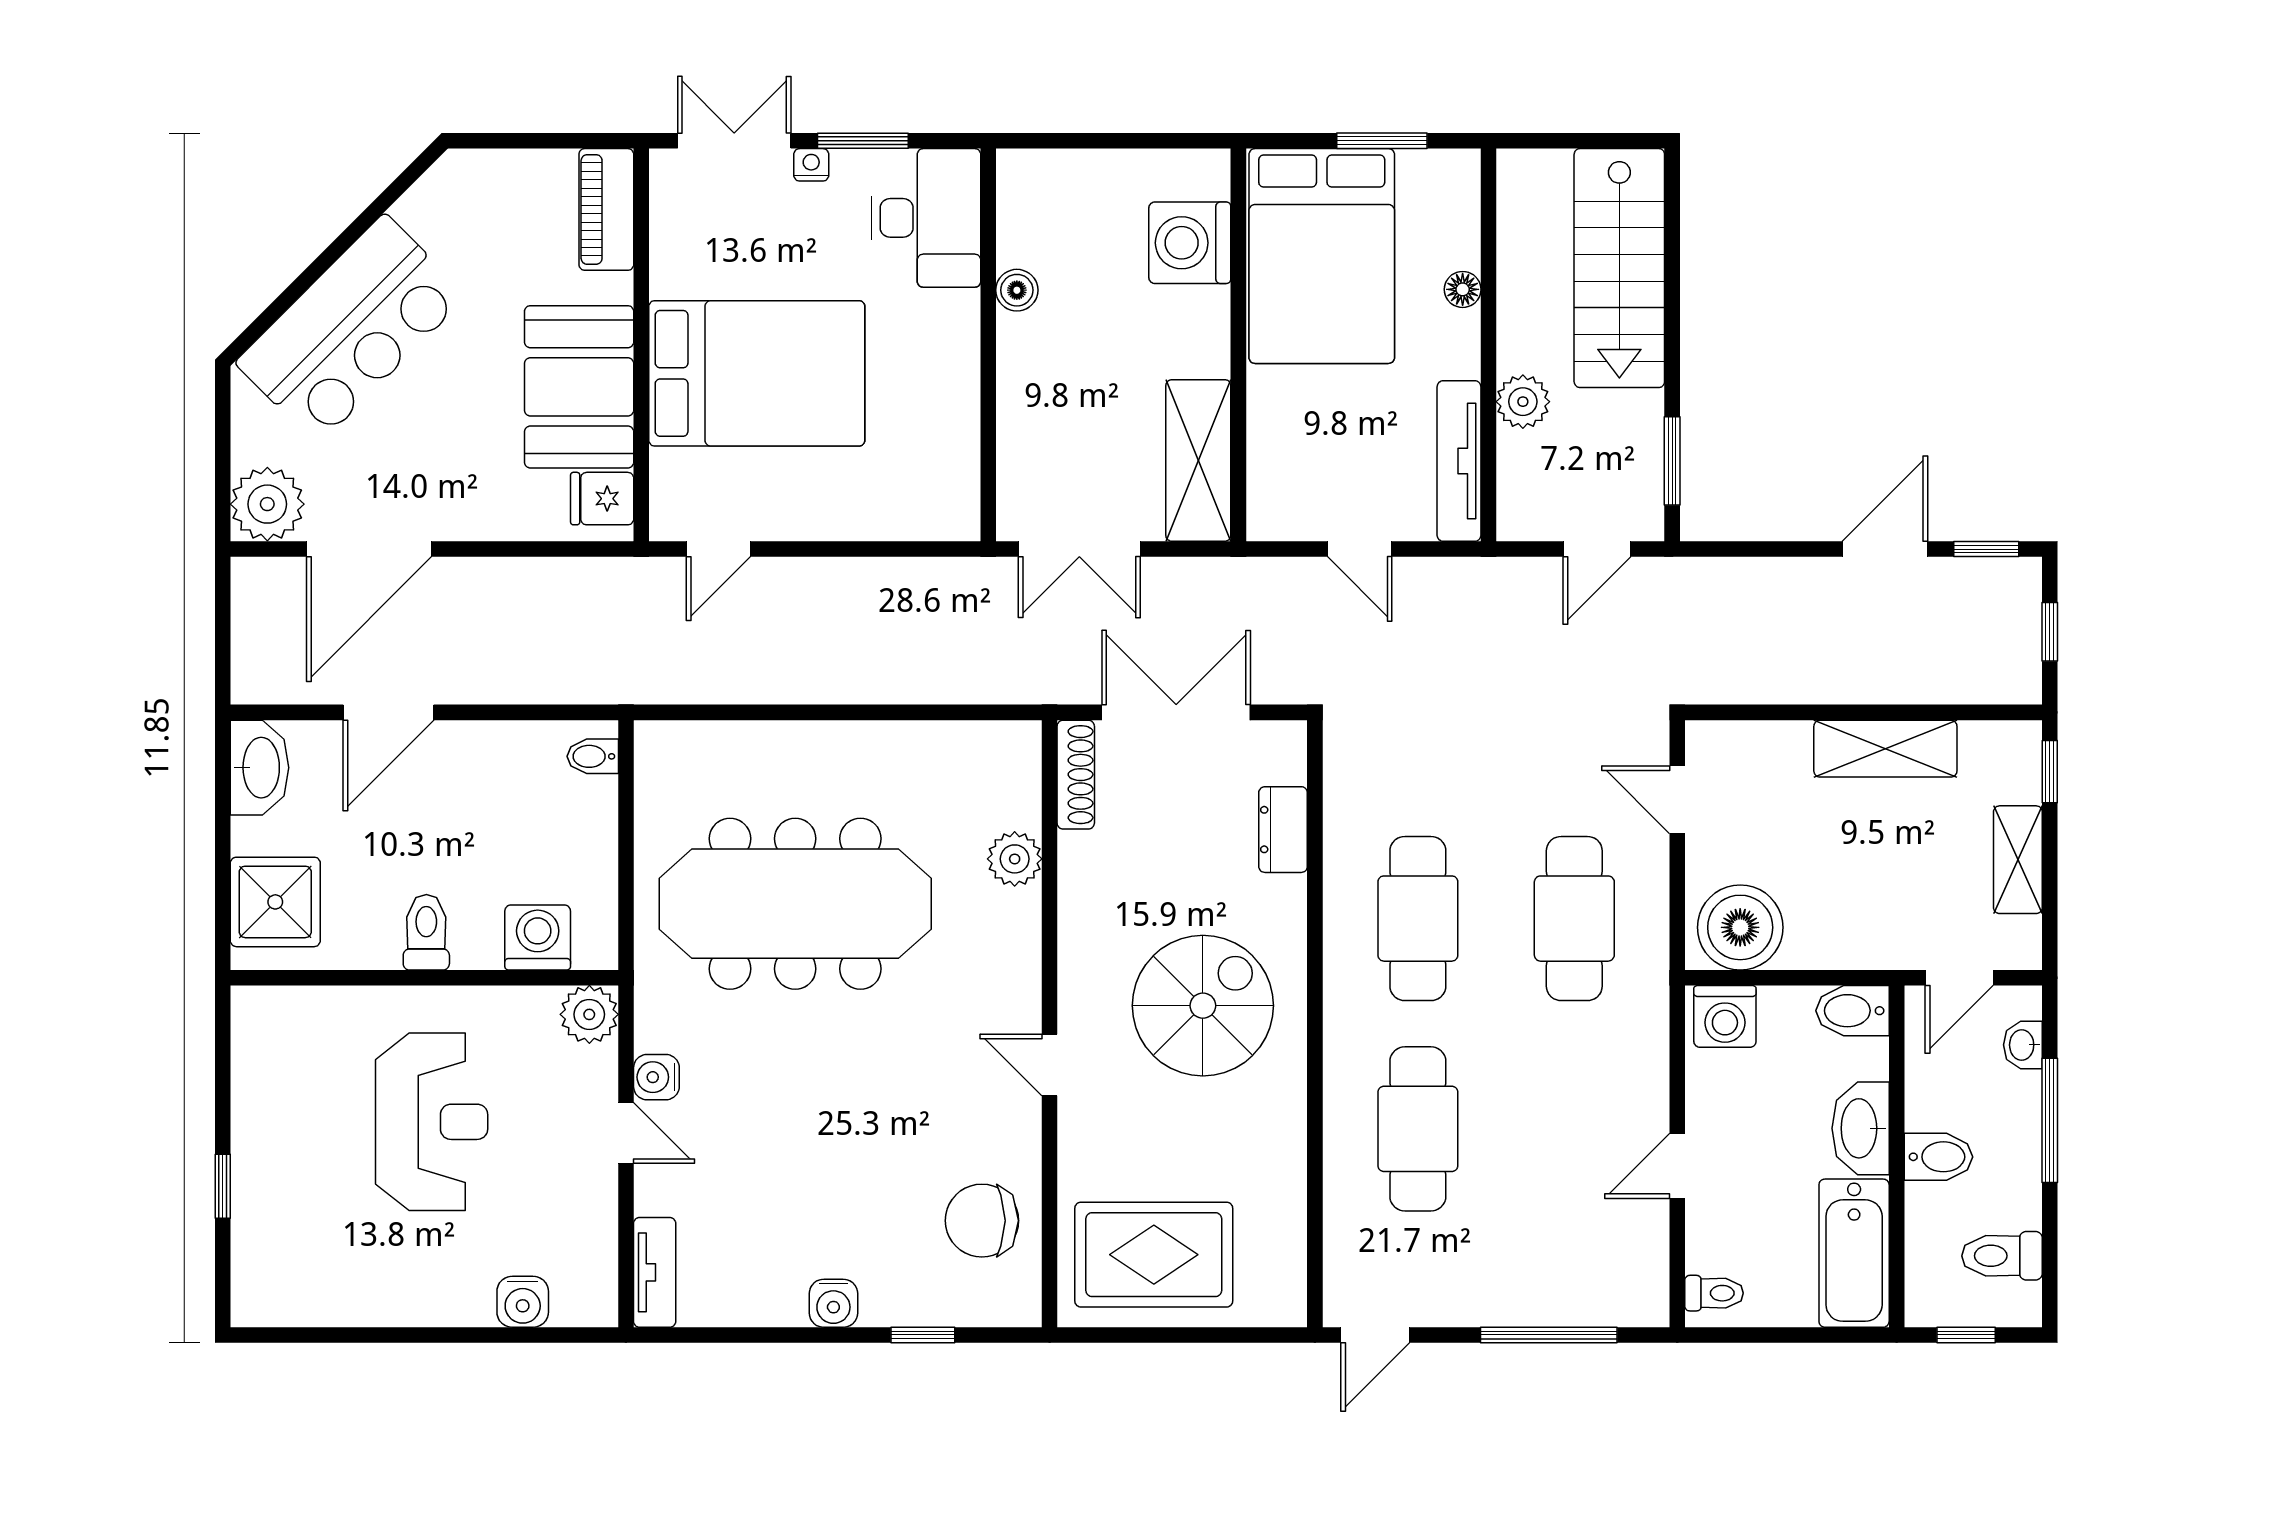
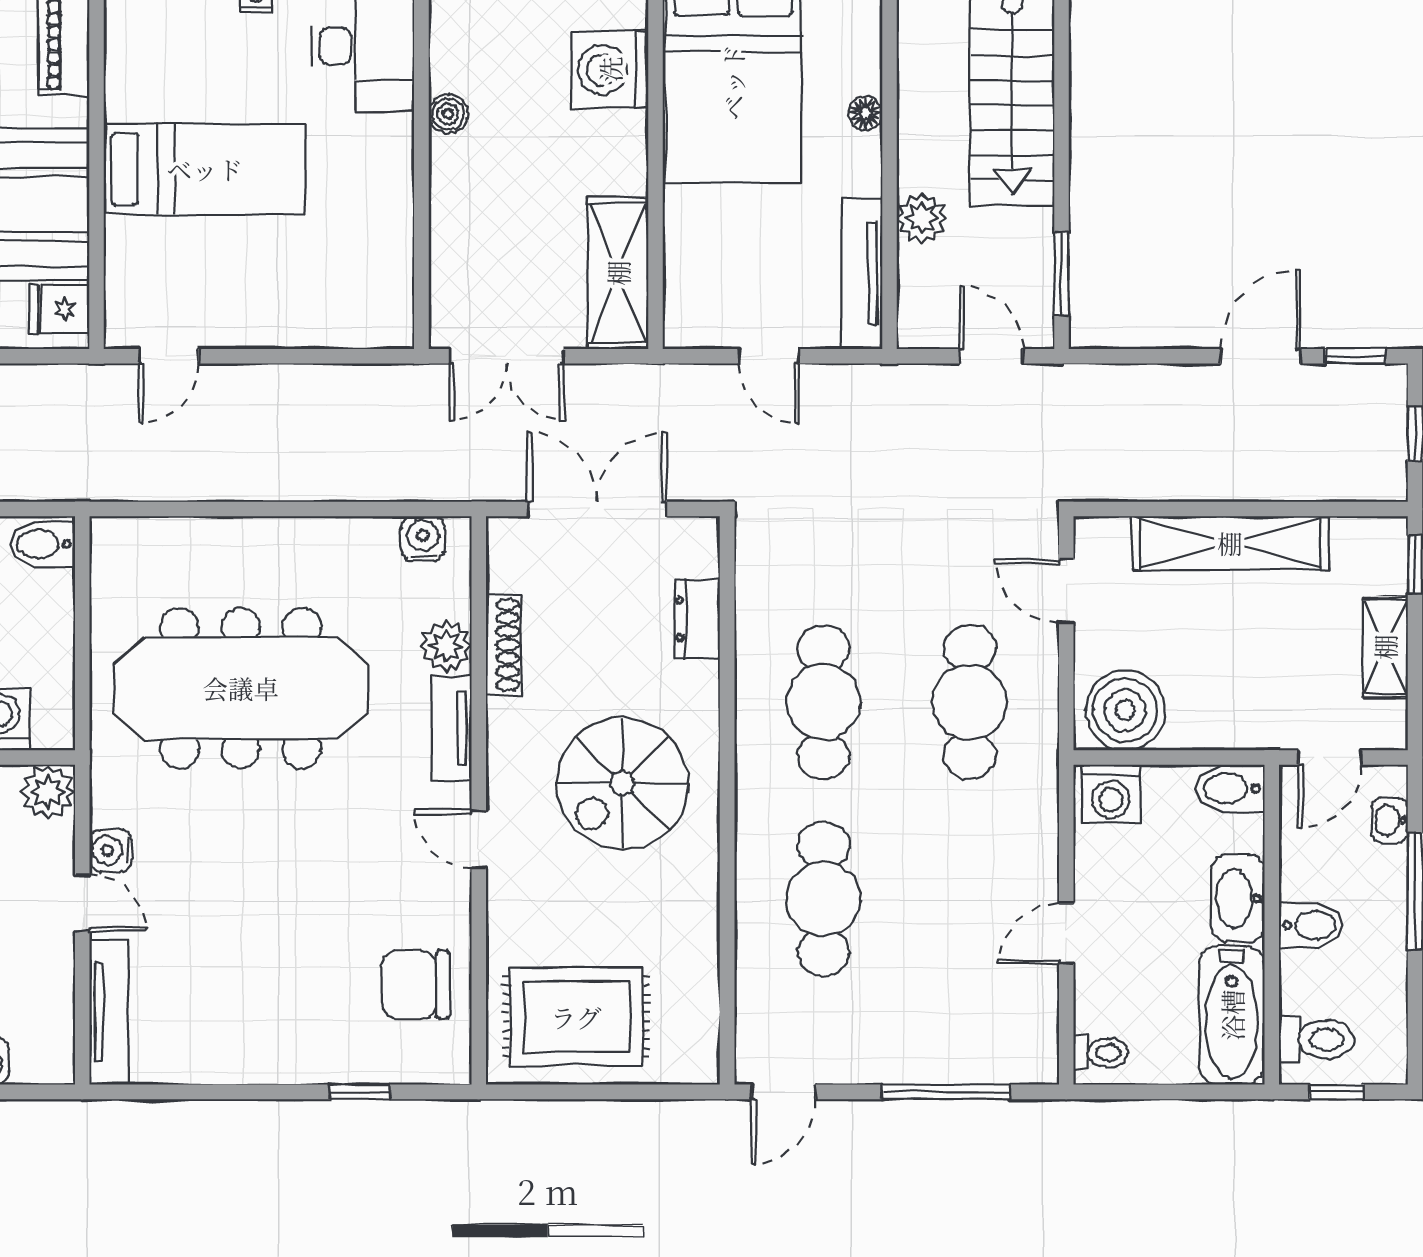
bed: (757, 373) -> (205, 169), width x0.67
door: (1597, 549) -> (991, 356), swing flipped
shelving: (1885, 749) -> (1230, 543), width x1.47
bidet: (593, 756) -> (42, 544), width x1.38, depth x1.36
shoe rack: (1076, 775) -> (503, 645), moved
tv unit: (1020, 947) -> (451, 728), added
spiral stairs: (1203, 1006) -> (622, 784), turned 180
toilet: (2002, 1256) -> (1316, 1040), moved, turned 180
tv unit: (655, 1272) -> (109, 1012), width x1.41
water cooler: (833, 1303) -> (423, 539), moved, turned 180

